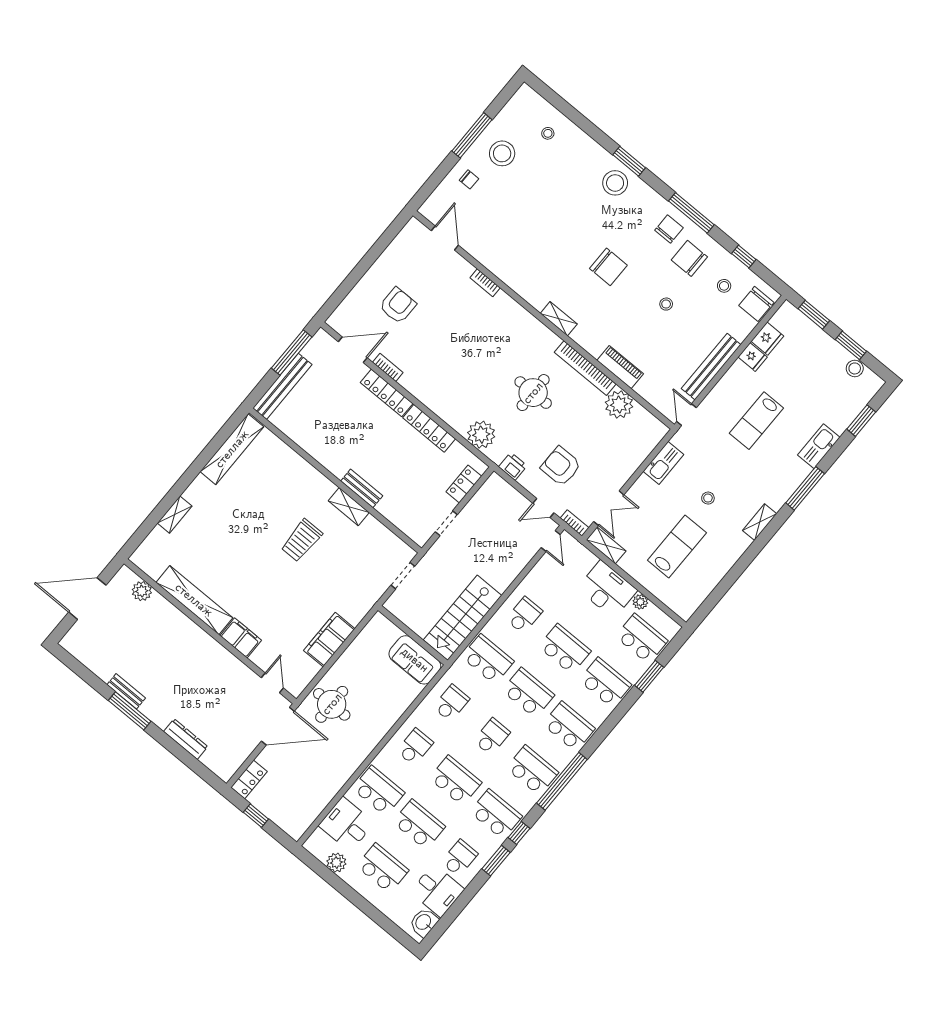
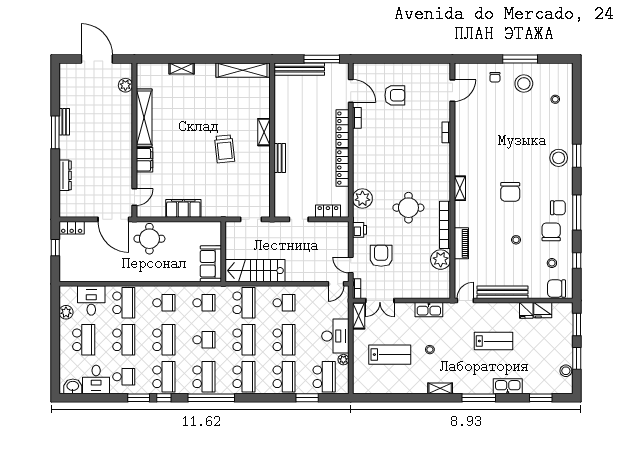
lab bench: (756, 421) -> (494, 341), turned 180
shelving: (349, 507) -> (264, 132), moved
trolley: (302, 540) -> (225, 149), turned -96

